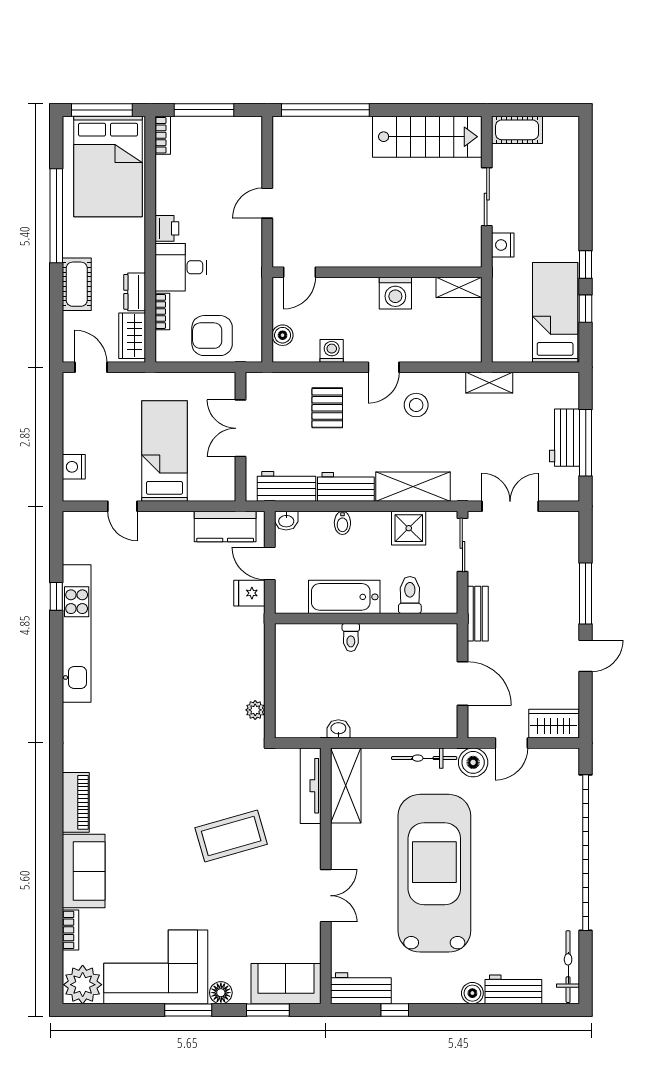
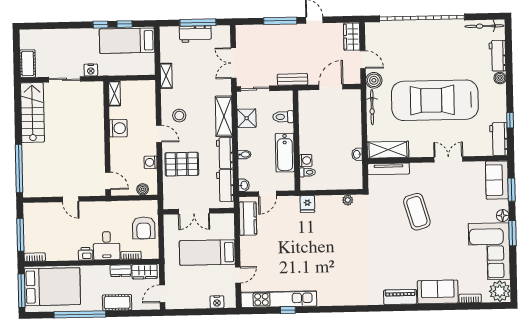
pallet: (327, 408) -> (182, 164), width x1.50, depth x1.42
fridge: (249, 593) -> (307, 204), moved
kitchen unit: (77, 633) -> (279, 299), moved
washing machine: (329, 635) -> (306, 160), added
toilet: (351, 637) -> (307, 172), moved

